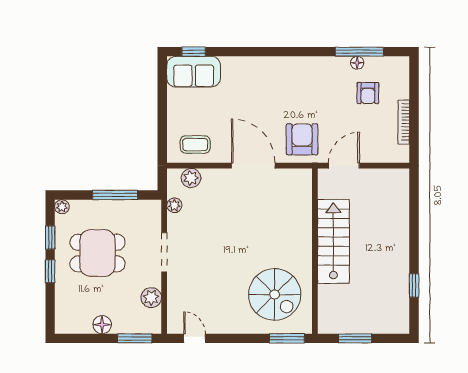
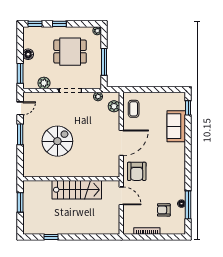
sofa: (194, 72) -> (176, 126), moved
armchair: (302, 139) -> (137, 171), turned 90
window: (50, 238) -> (35, 24), moved
dining table: (97, 253) -> (70, 52), turned 90
spiral stairs: (275, 295) -> (57, 141), moved, turned 180
window: (287, 338) -> (20, 134), moved

